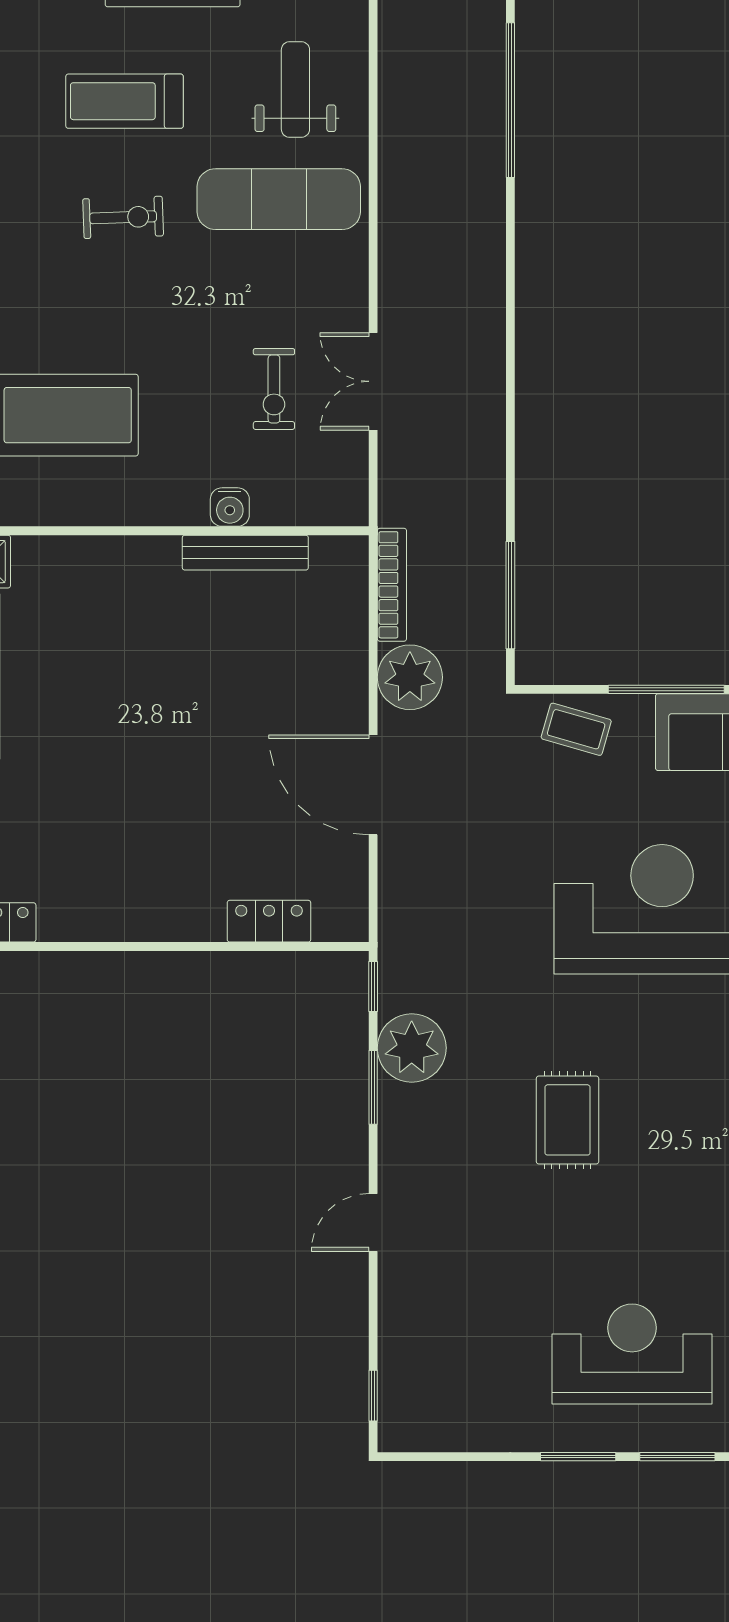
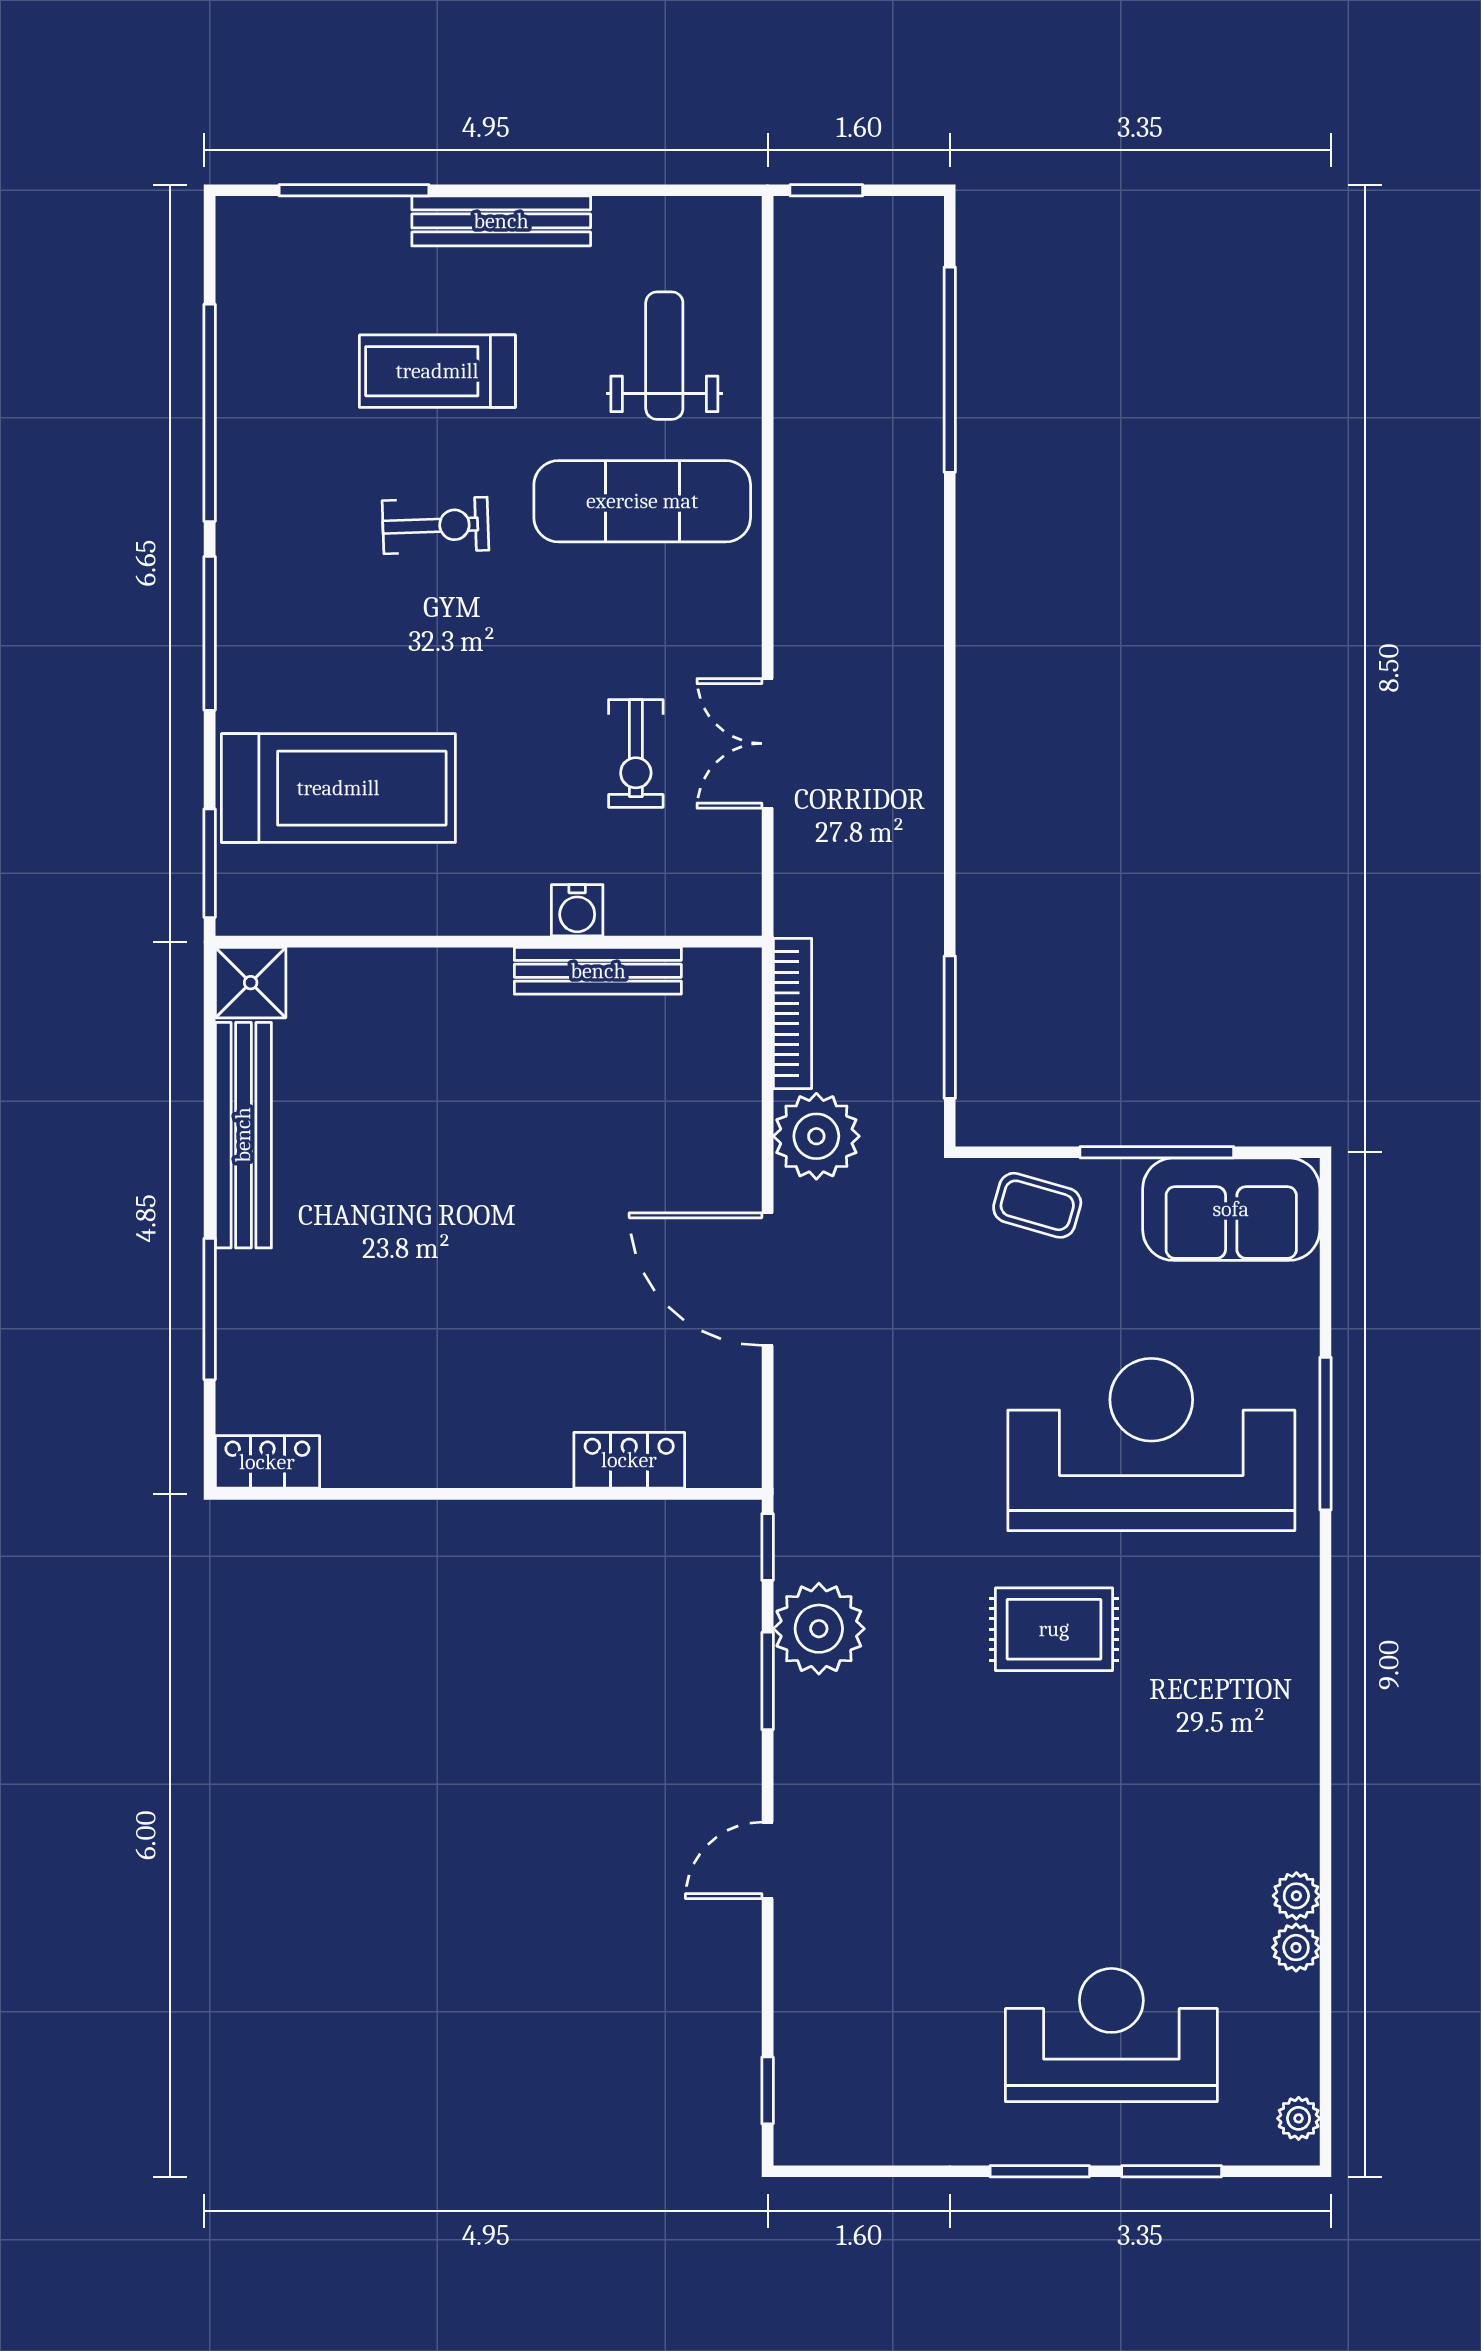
rug: (568, 1120) -> (1054, 1629), moved, turned 90

